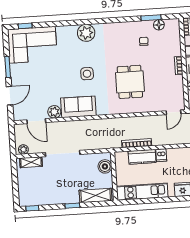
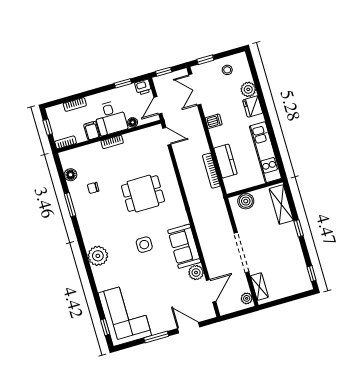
window: (151, 18) -> (70, 205), moved
dishwasher: (161, 155) -> (214, 121), moved

